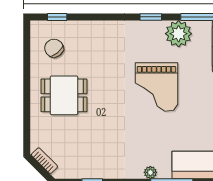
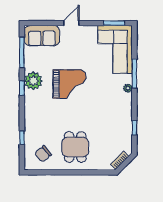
window: (57, 17) -> (22, 138), moved
plant: (179, 34) -> (33, 81), moved

